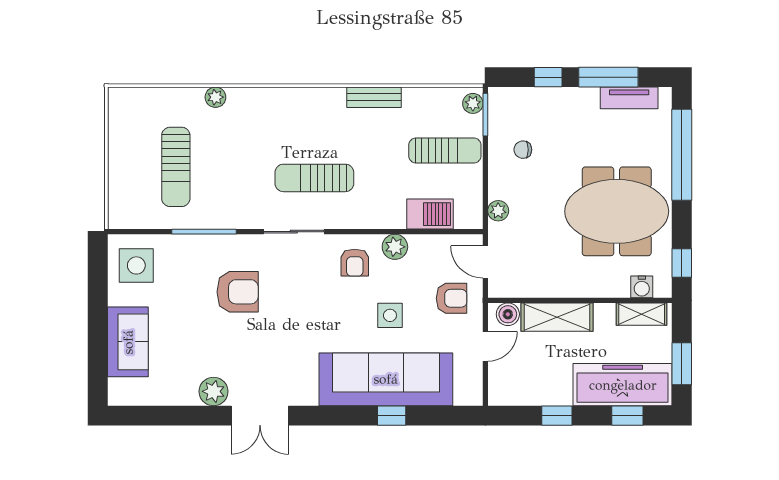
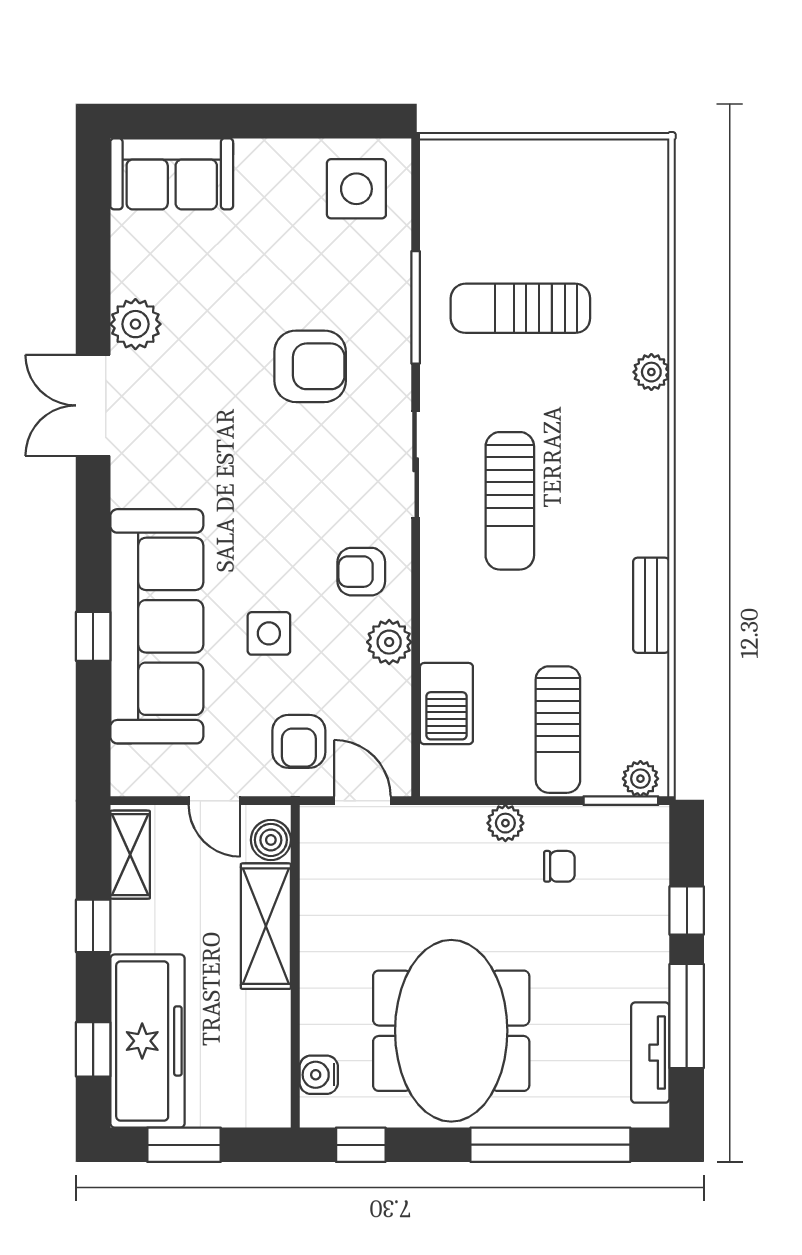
plant: (215, 97) -> (651, 372), moved
chair: (523, 150) -> (559, 866), turned 90
sun lounger: (176, 167) -> (520, 308), moved
sun lounger: (314, 178) -> (510, 501), turned 180
plant: (498, 211) -> (505, 823), moved
door: (485, 262) -> (362, 801), hinge flipped
armchair: (238, 292) -> (310, 366), turned -90
shelving: (642, 314) -> (130, 855), moved
sofa: (128, 342) -> (172, 174), moved

